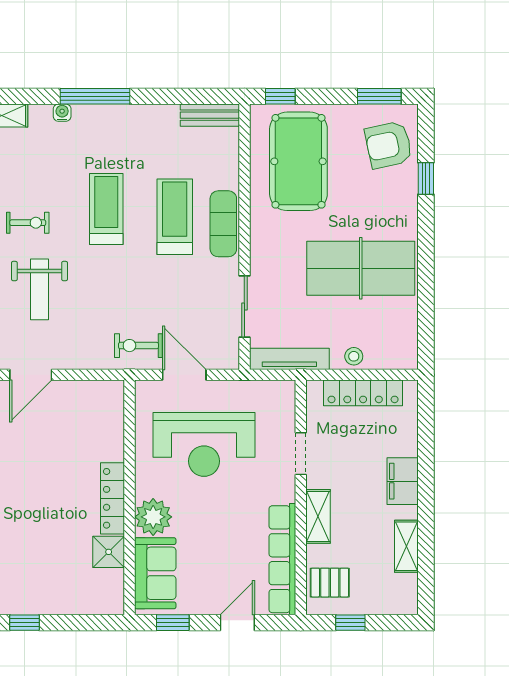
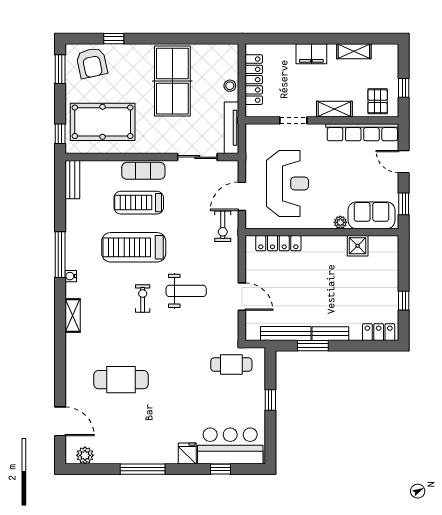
treadmill: (106, 209) -> (134, 247), width x1.37, depth x1.38
locker: (112, 498) -> (278, 243), moved
plant: (153, 517) -> (340, 222), width x0.53, depth x0.53

